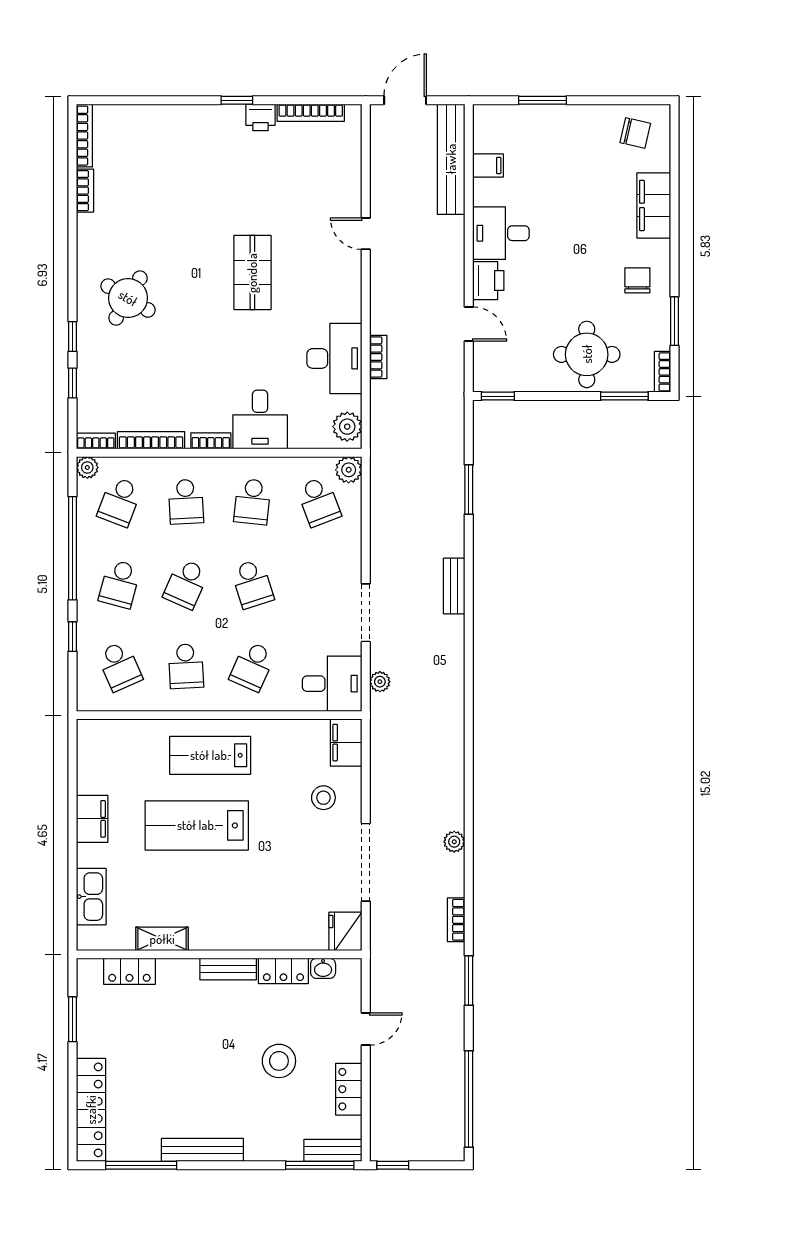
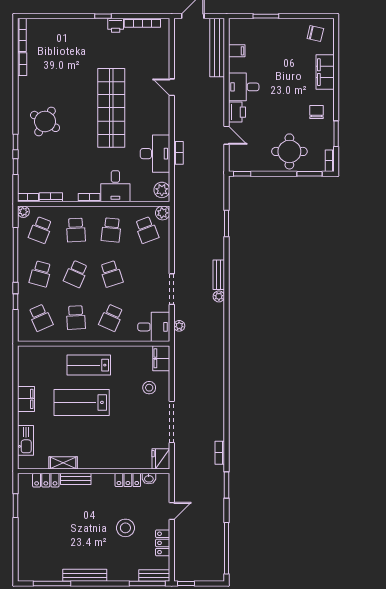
shop shelf: (252, 273) -> (111, 108), width x2.00, depth x1.36
bookcase: (151, 440) -> (51, 197), width x0.64
plant: (454, 842) -> (219, 296), moved
bench: (228, 969) -> (76, 479), moved
locker: (91, 1110) -> (25, 554), removed

